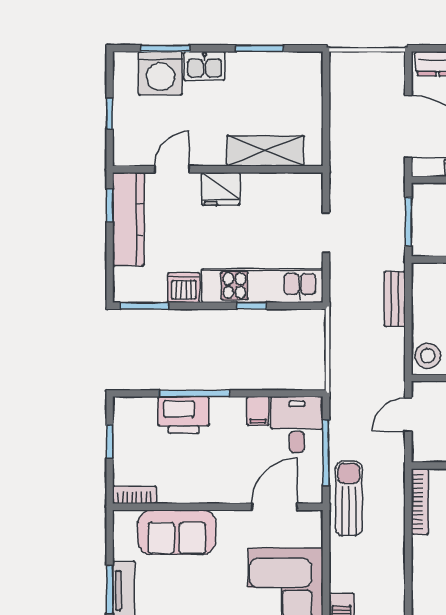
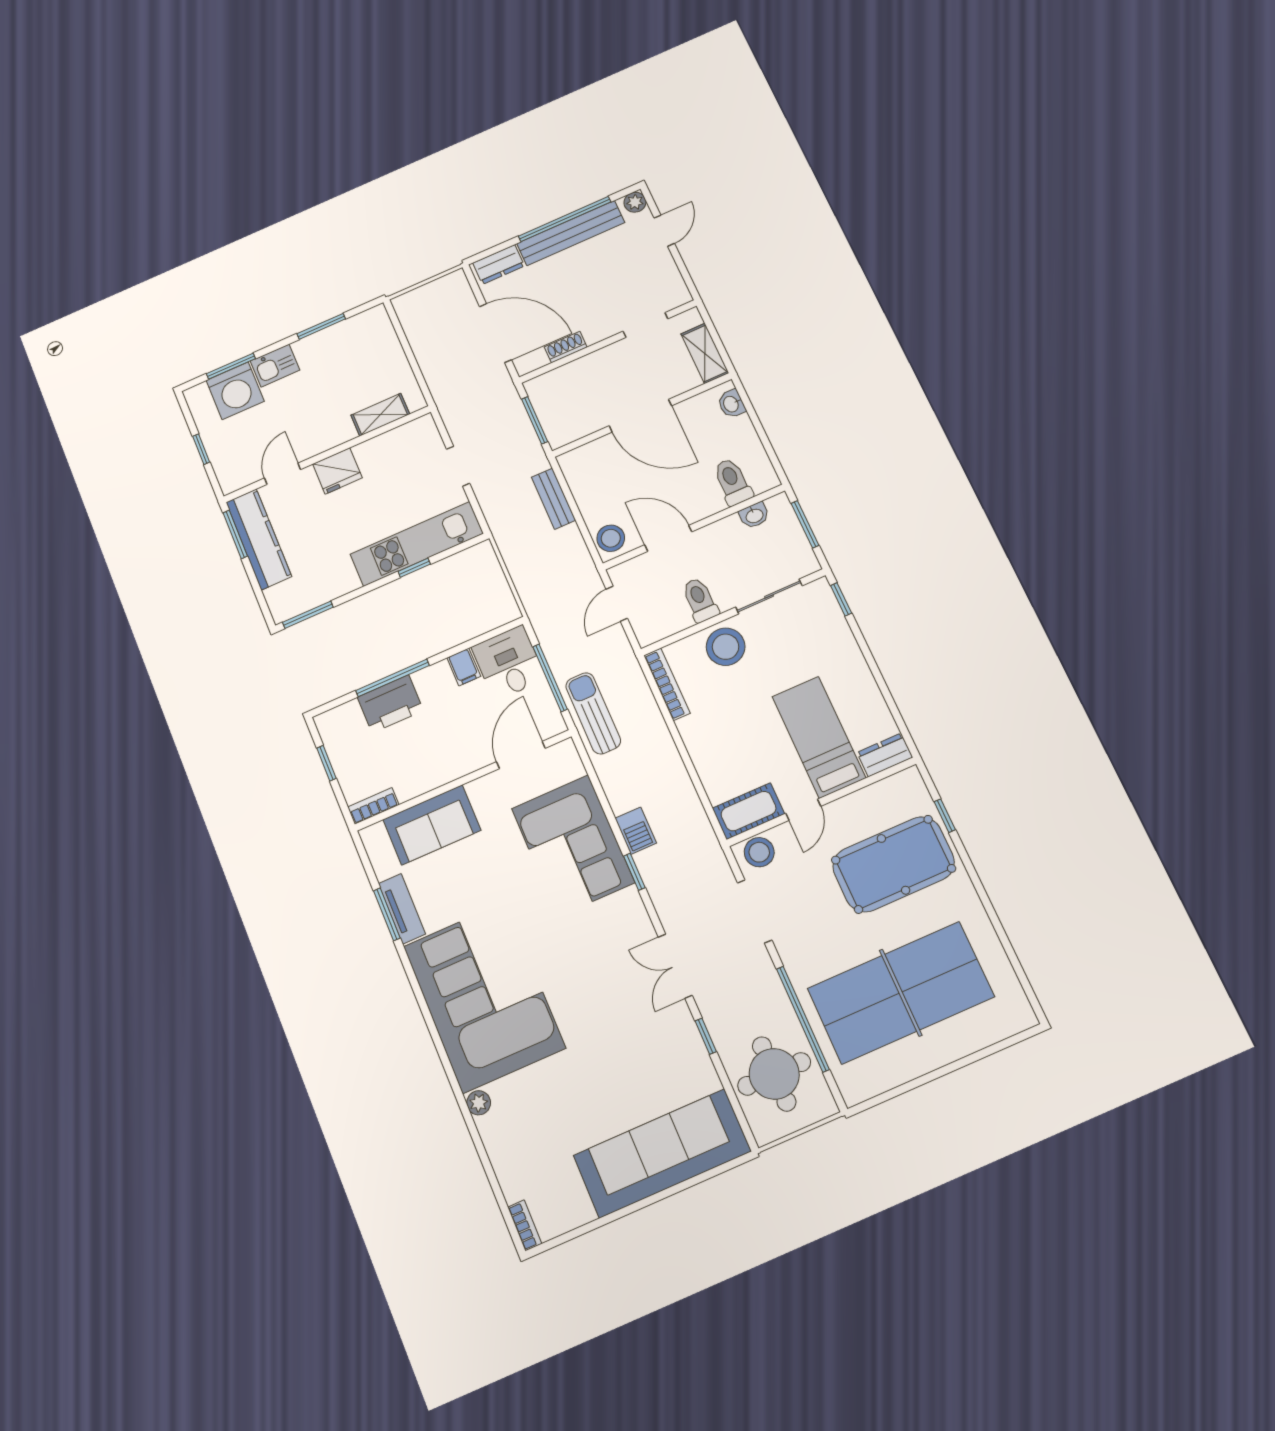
shelving: (265, 151) -> (380, 415), width x0.67, depth x0.75
window: (110, 205) -> (235, 534), width x1.50
dishwasher: (184, 288) -> (340, 580), removed

